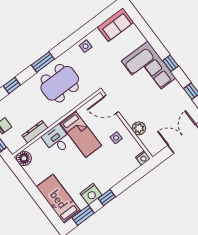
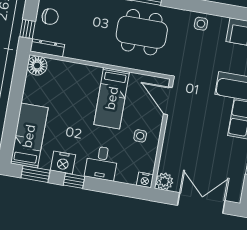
plant: (139, 128) -> (164, 181), moved
dresser: (35, 132) -> (47, 48), moved
desk: (57, 139) -> (102, 163), moved, turned 180

